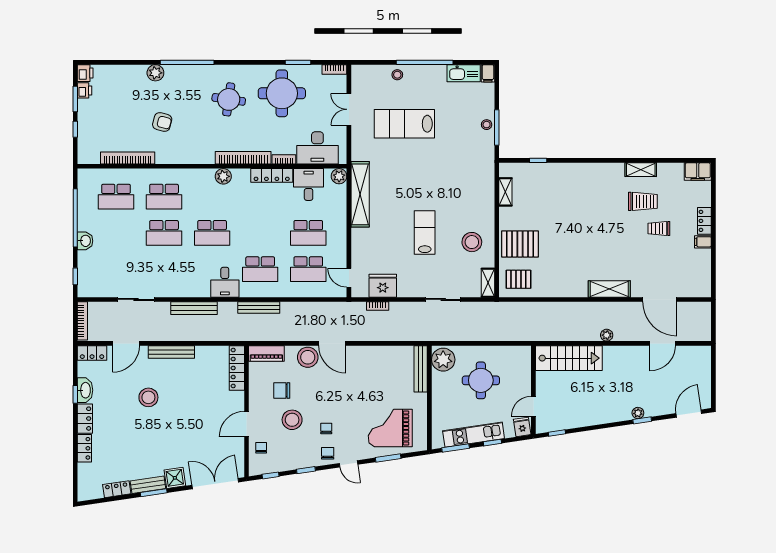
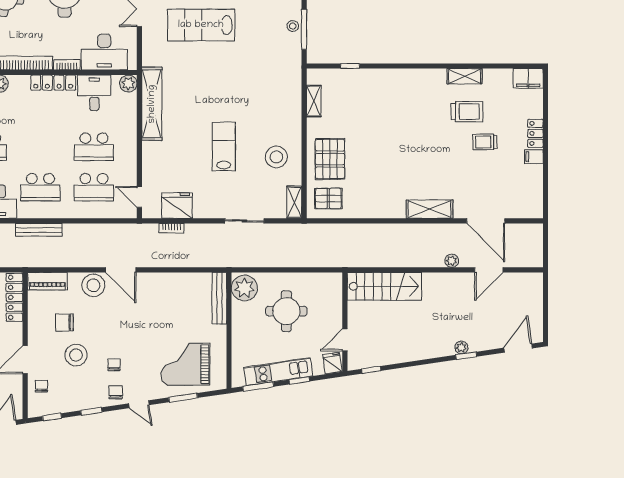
pallet: (520, 244) -> (330, 159), turned 90
plant: (607, 335) -> (452, 261), moved

